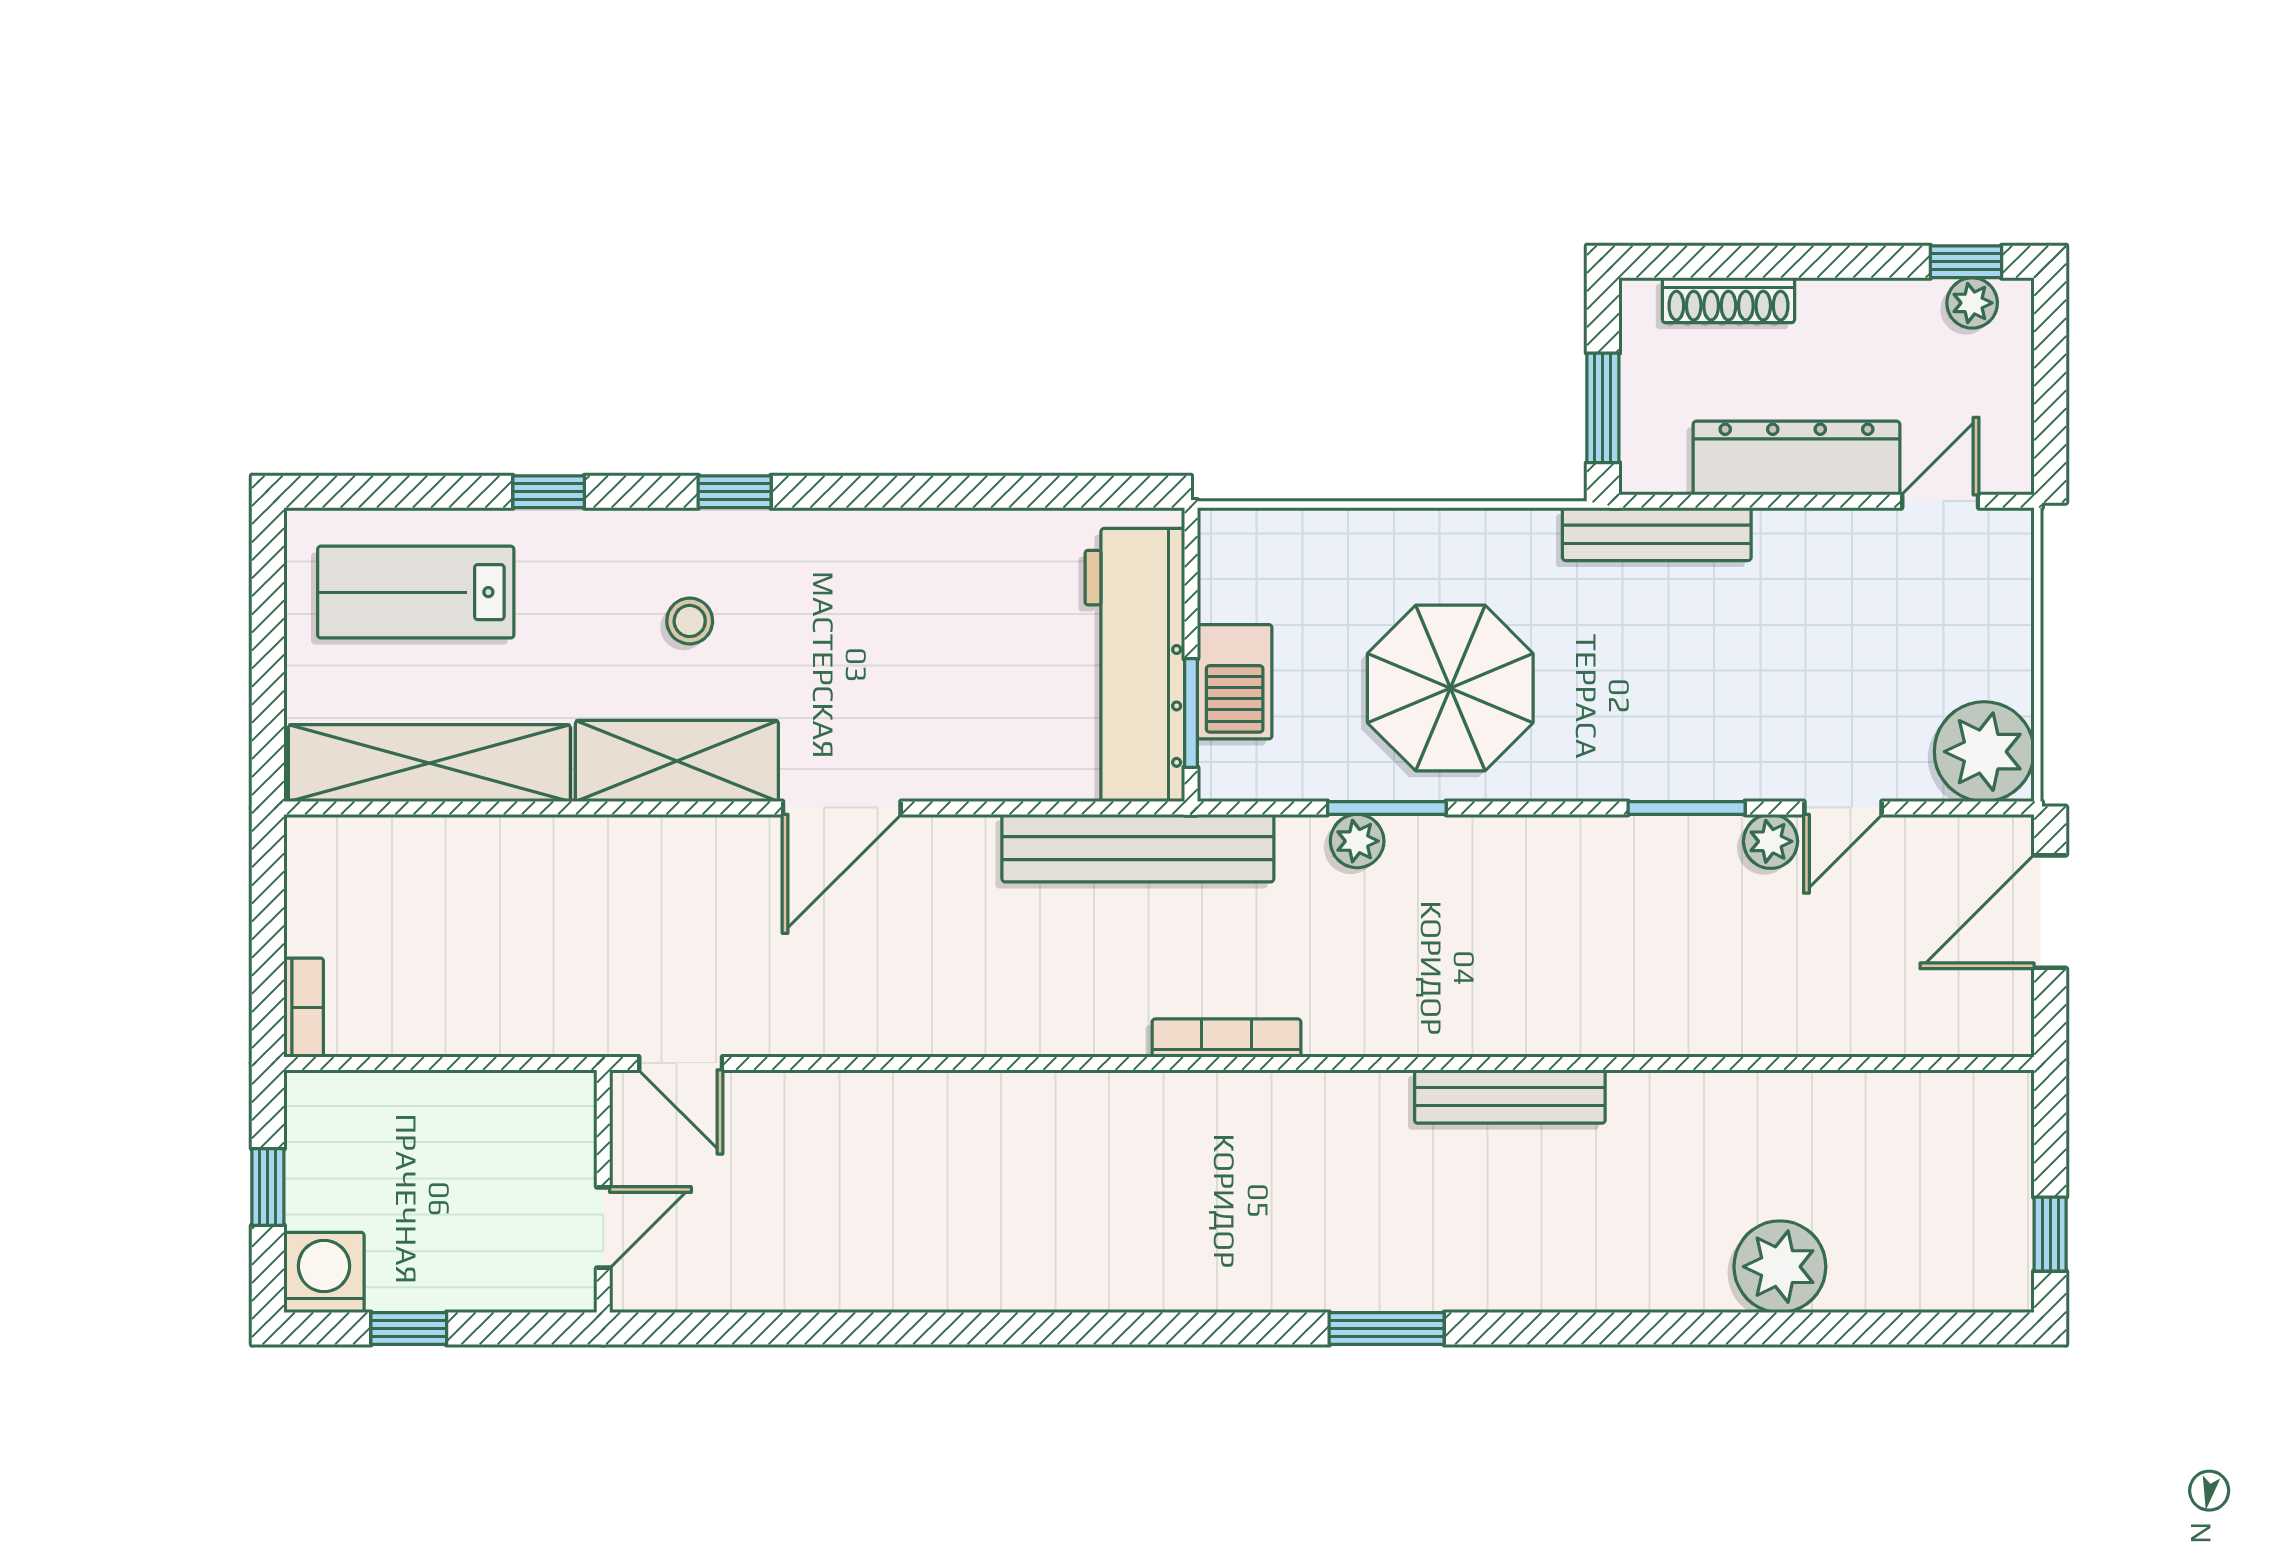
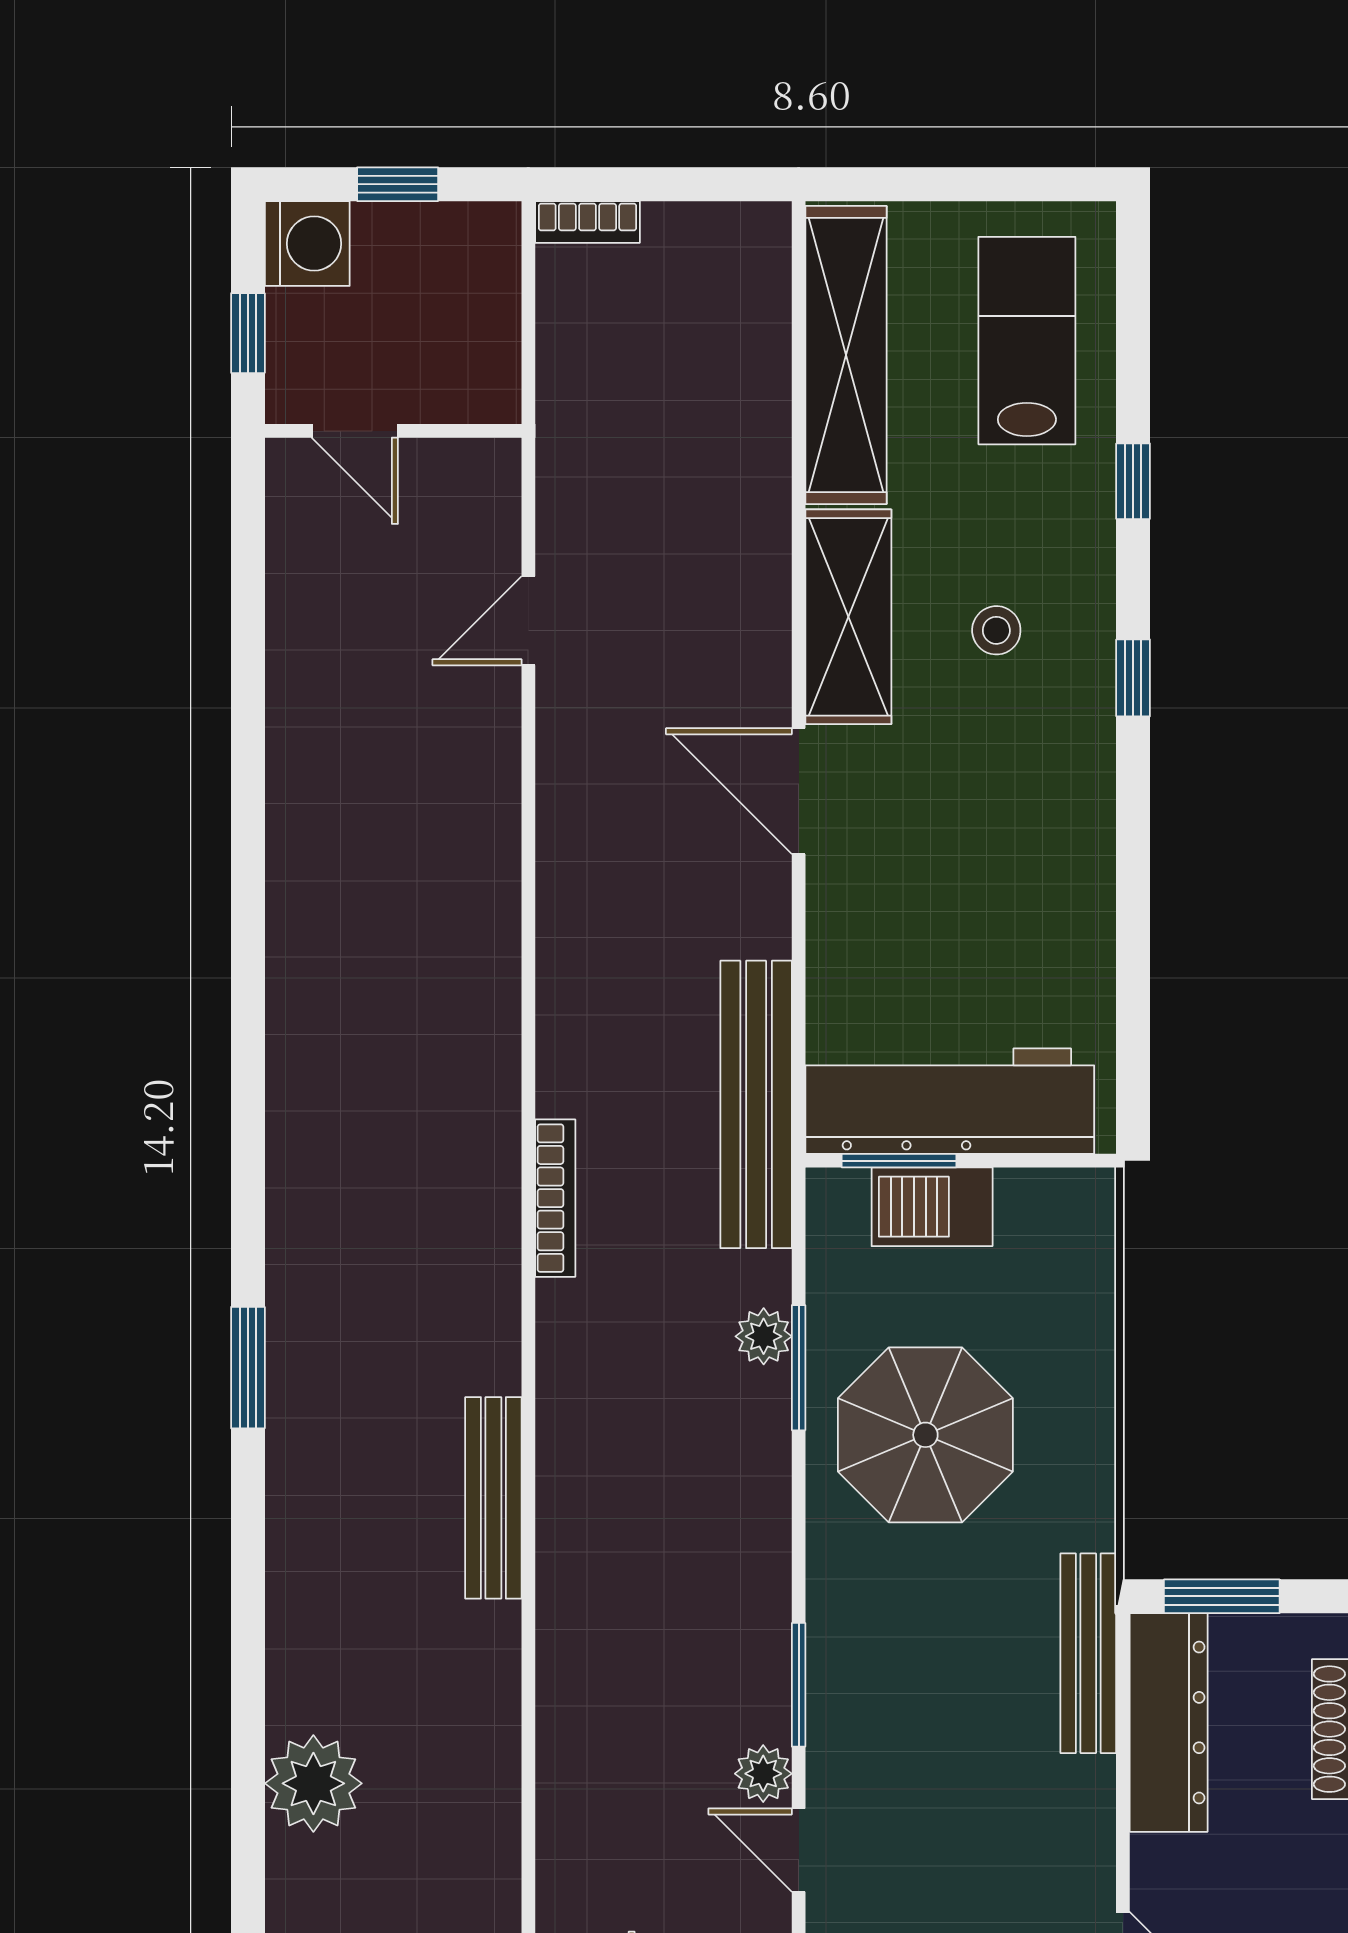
dresser: (1796, 458) -> (1169, 1723), moved
wall: (603, 1191) -> (393, 431), moved
door: (603, 1228) -> (355, 431), moved

